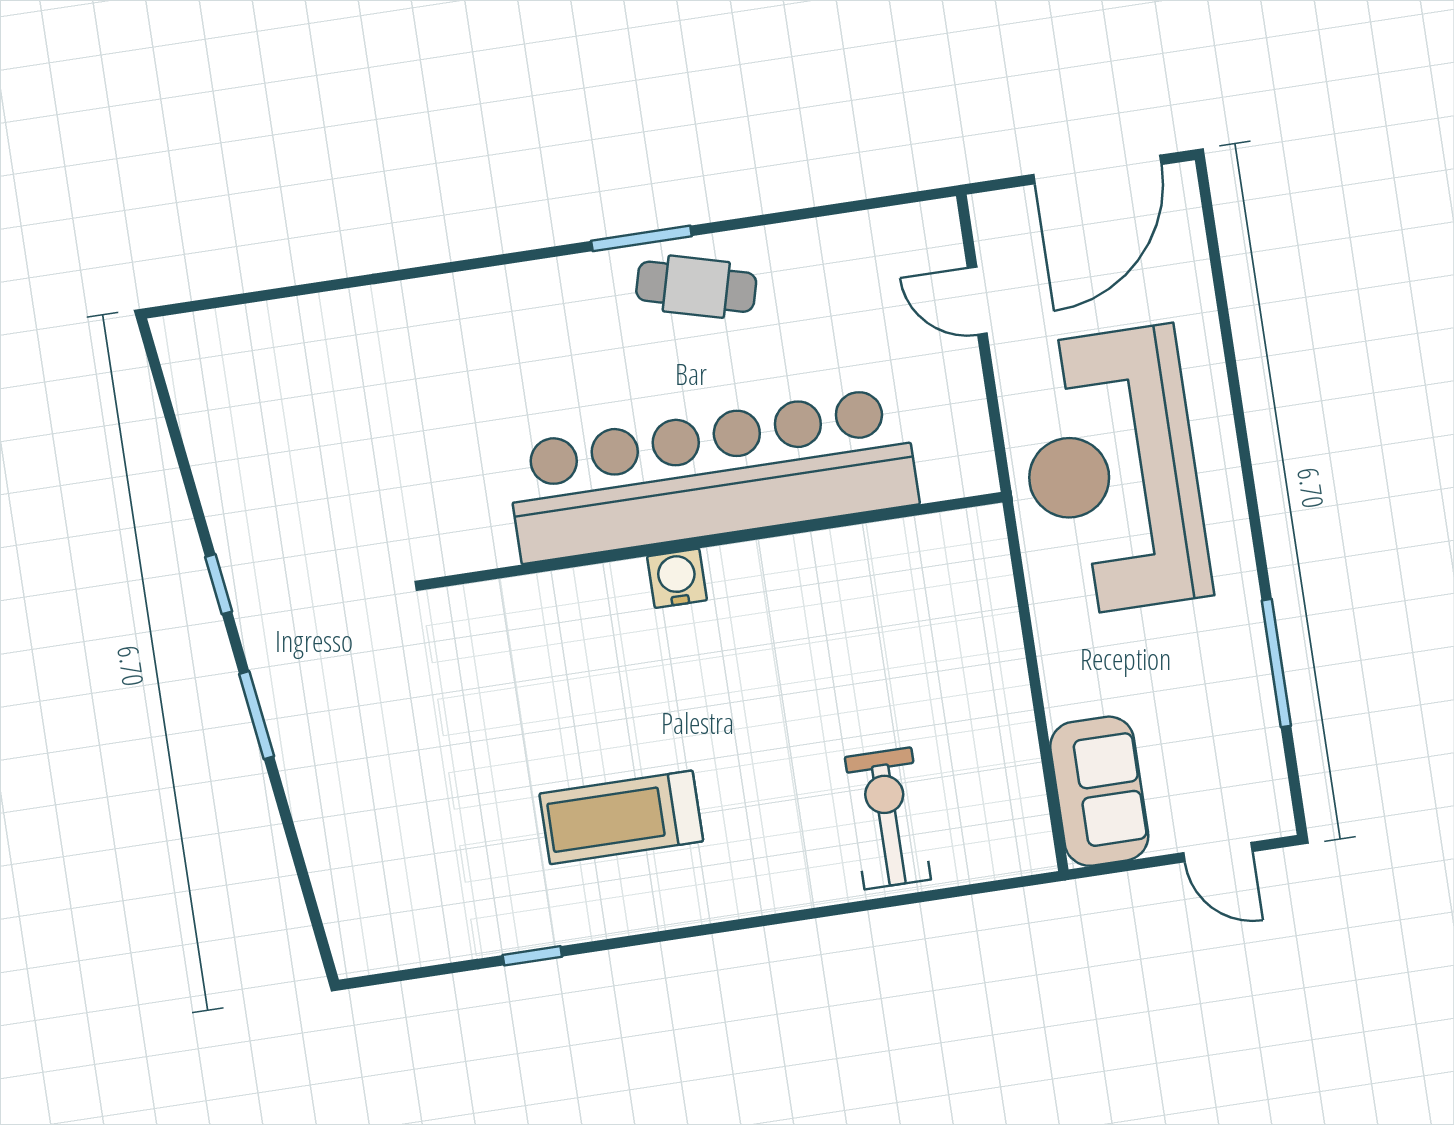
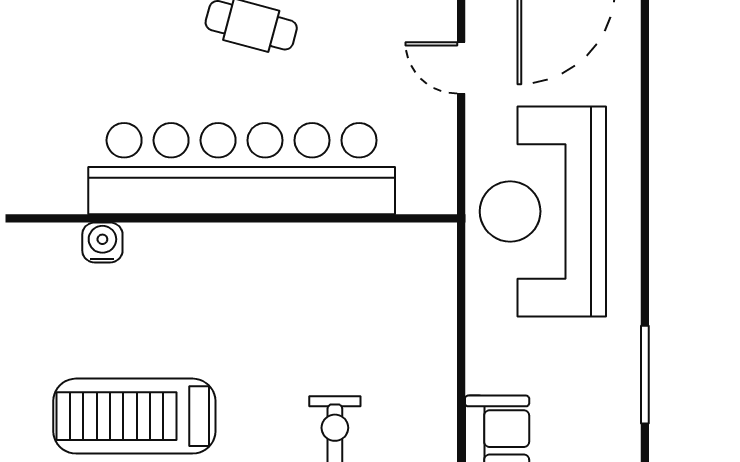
water cooler: (677, 578) -> (102, 242), moved
treadmill: (621, 817) -> (134, 416), width x1.37, depth x1.38

